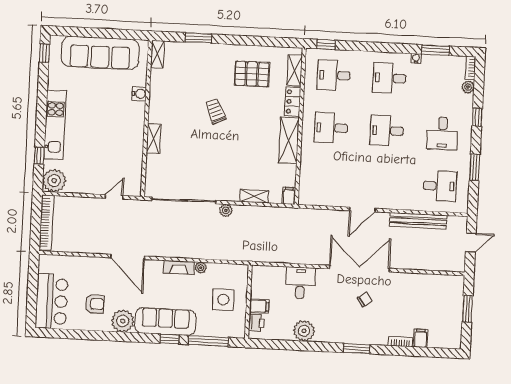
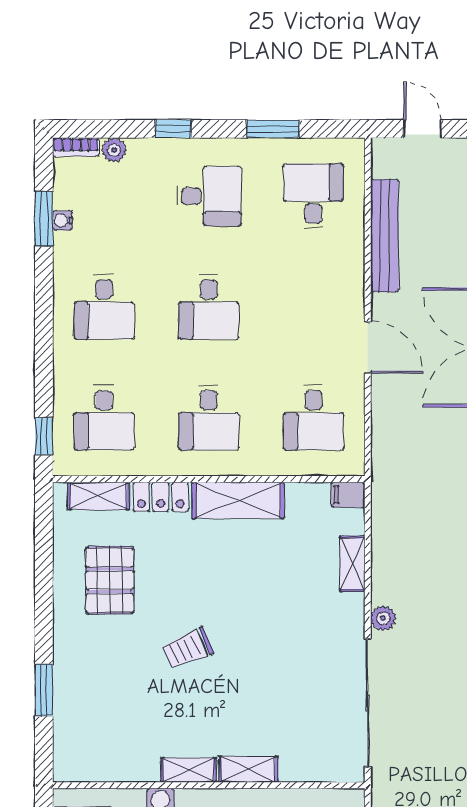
shelving: (157, 54) -> (188, 770), moved
water cooler: (416, 58) -> (63, 221), moved
desk: (328, 180) -> (313, 418), added

